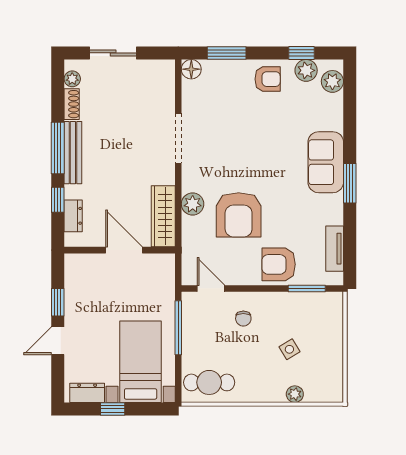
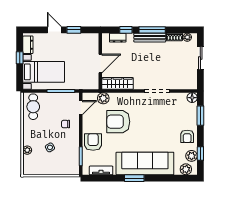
sofa: (326, 162) -> (145, 163), width x1.85, depth x1.27
plant: (193, 204) -> (103, 98), moved

